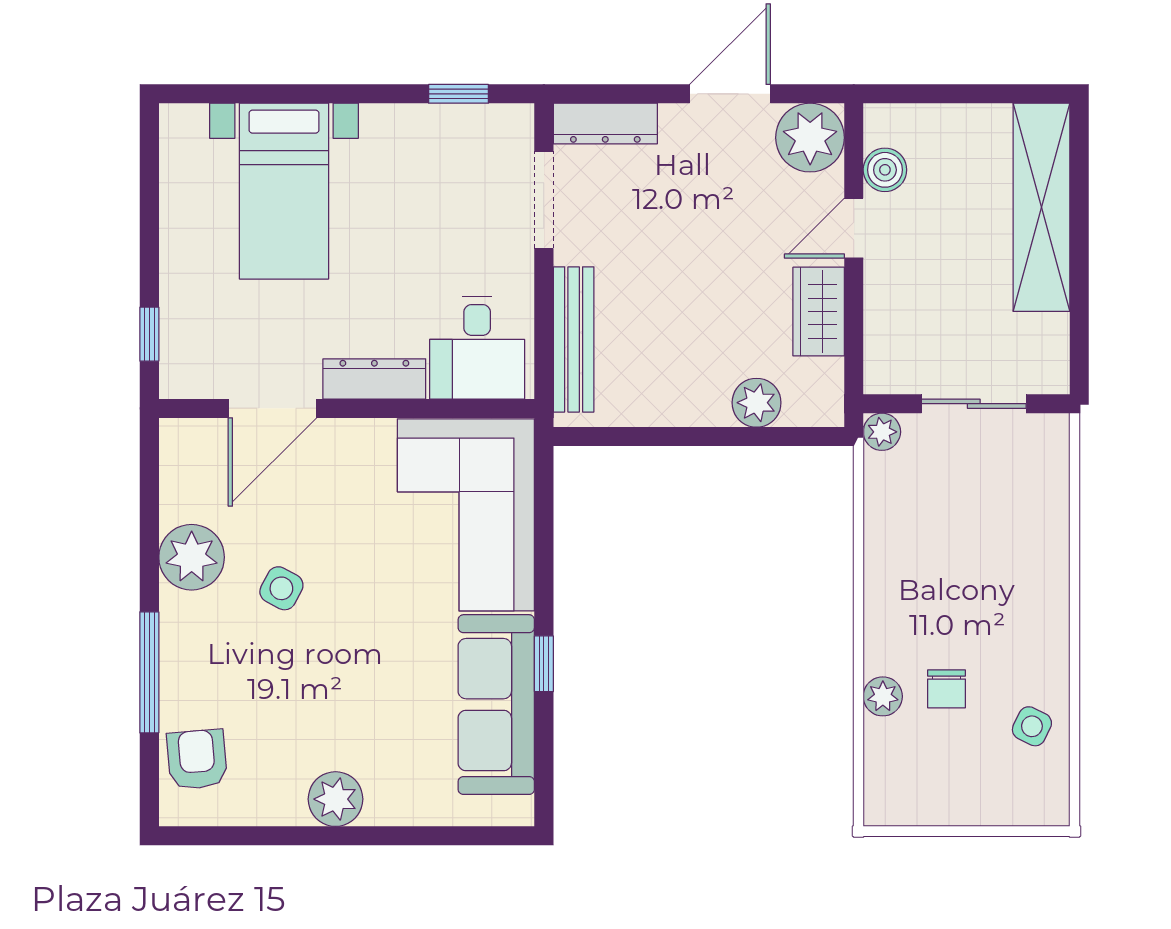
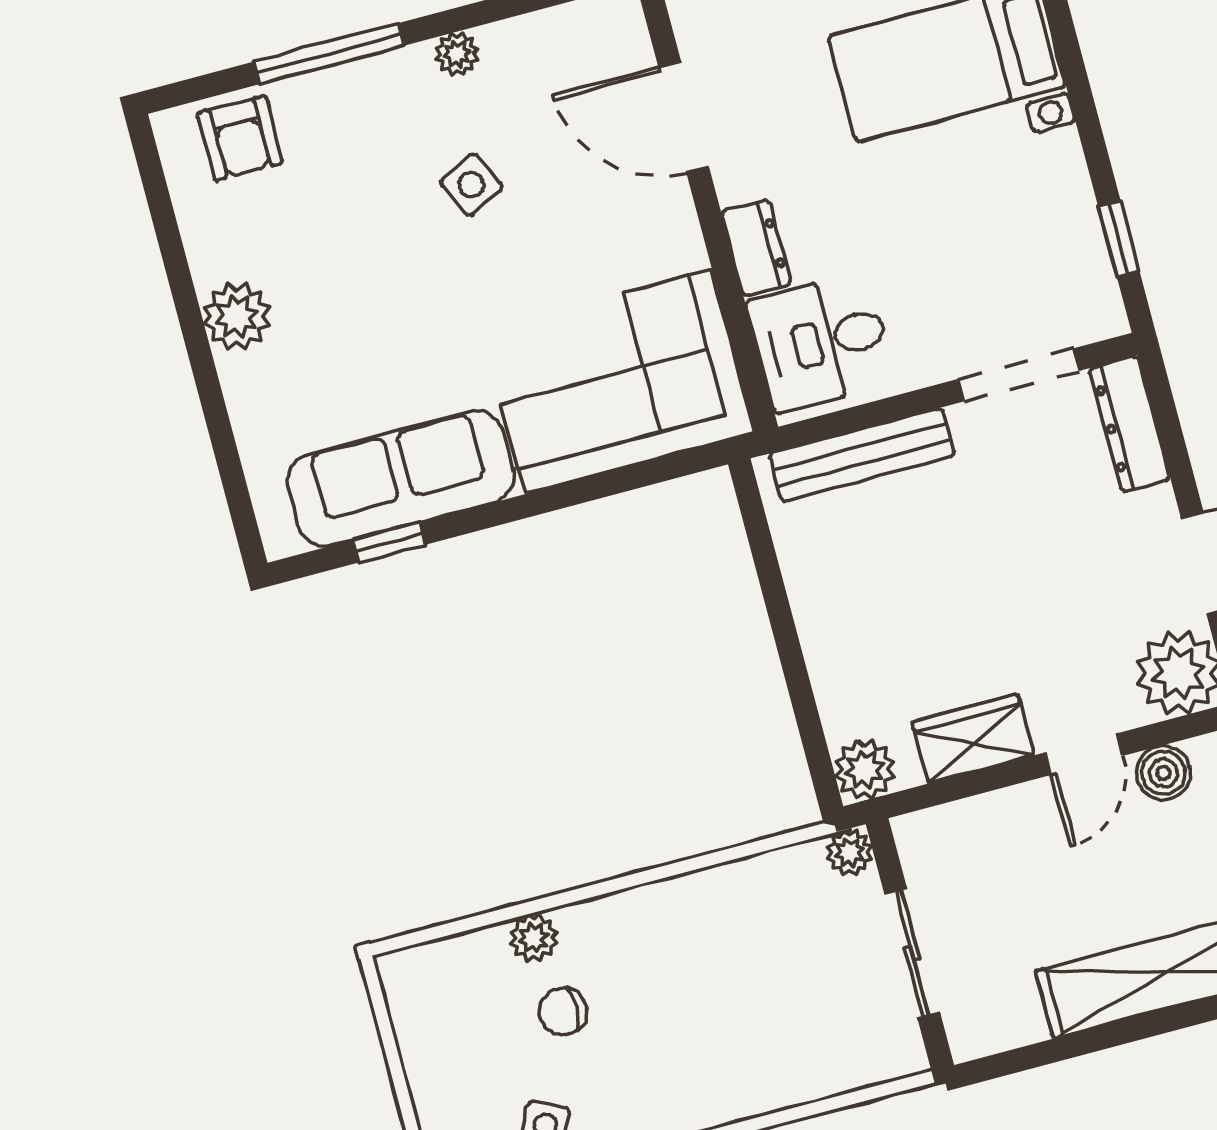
door: (854, 228) -> (1084, 754), swing flipped
dresser: (374, 379) -> (756, 248), width x0.70
plant: (757, 403) -> (864, 769), moved
plant: (192, 557) -> (457, 54), width x0.53, depth x0.53
side table: (281, 588) -> (471, 185), turned 36
window: (544, 664) -> (390, 542), moved
armchair: (197, 759) -> (240, 138), turned 95

